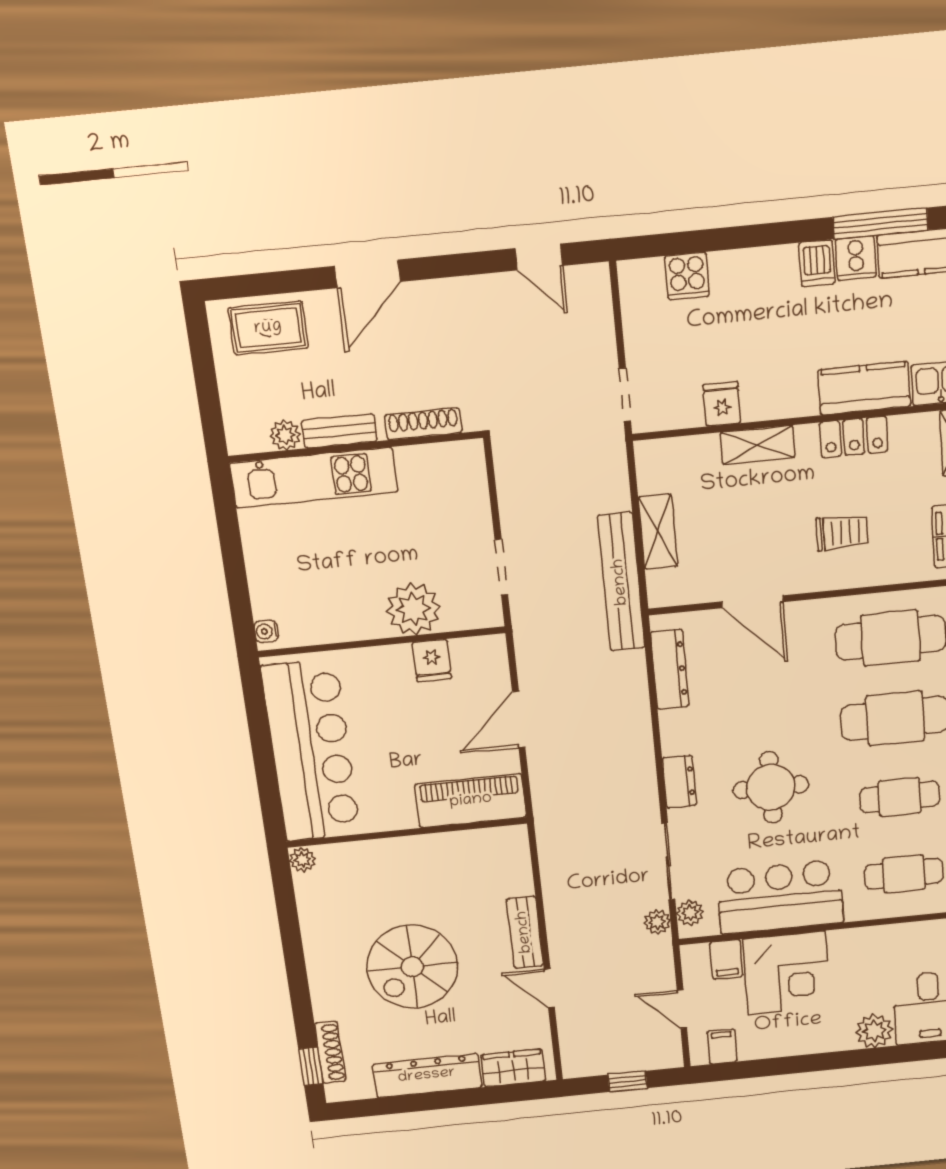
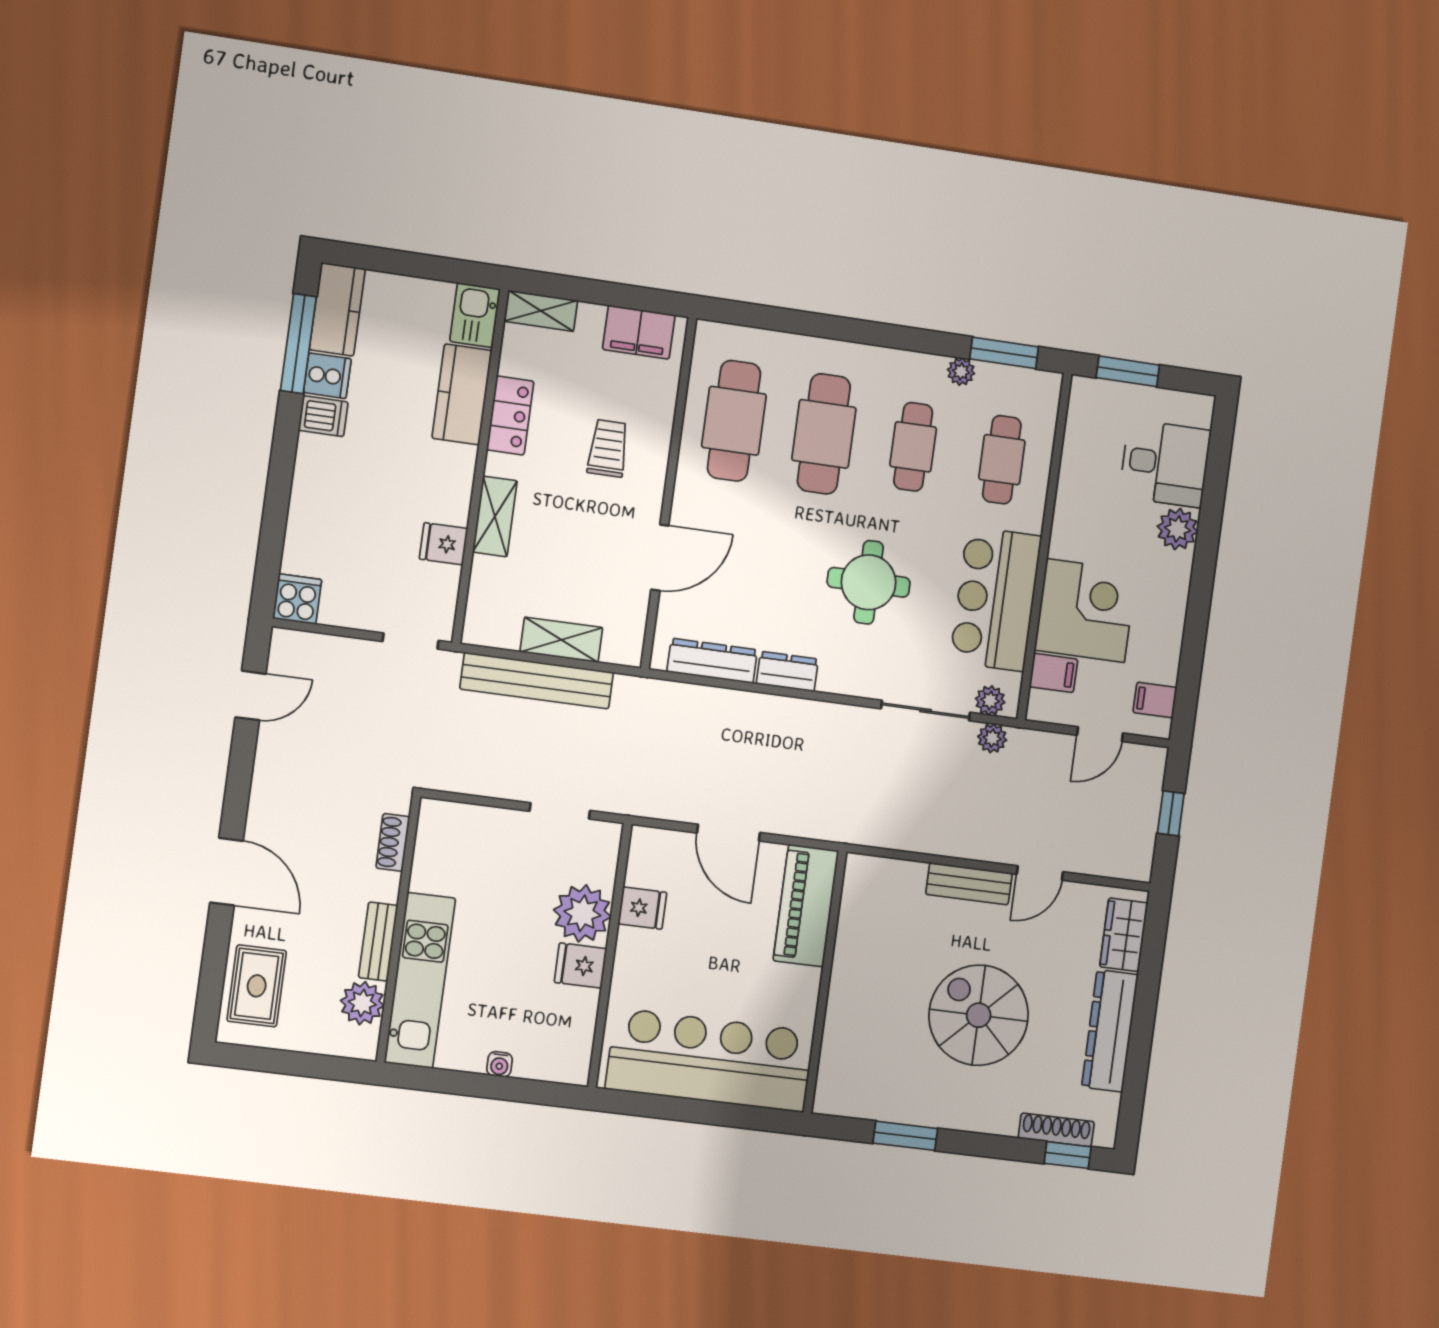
cooker: (687, 276) -> (297, 599), moved, turned -90
shoe rack: (423, 424) -> (393, 842), width x0.70
plant: (285, 435) -> (362, 1003), width x1.38, depth x1.38
bench: (621, 582) -> (537, 681), moved
fridge: (366, 618) -> (580, 966), added
water cooler: (266, 631) -> (500, 1064), moved
dresser: (679, 782) -> (787, 672), moved
plant: (302, 860) -> (828, 1101), removed
window: (290, 931) -> (905, 1136), added
spiral stairs: (412, 967) -> (979, 1015), turned 180

